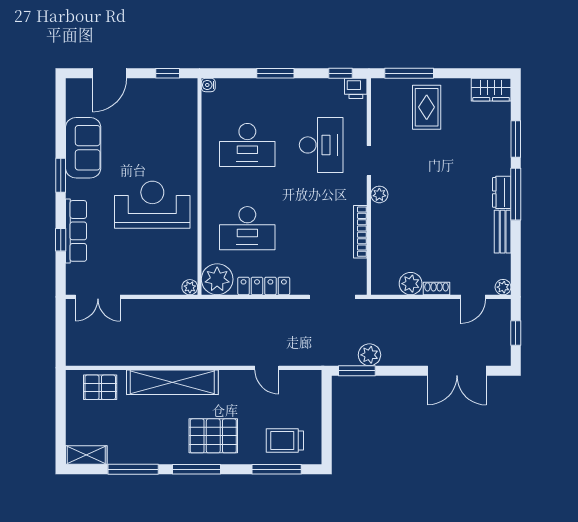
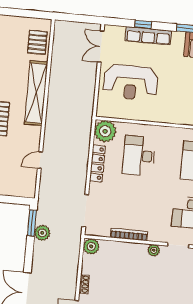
reception desk: (152, 205) -> (131, 82), moved, turned 90
plant: (411, 284) -> (91, 246), moved
plant: (190, 287) -> (101, 112), removed

